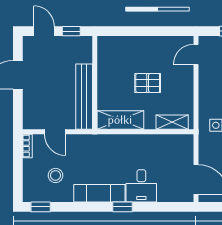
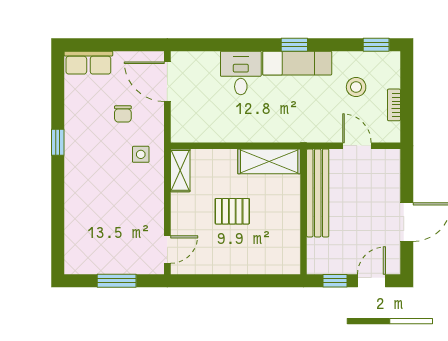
door: (44, 31) -> (371, 281), swing flipped
shelving: (172, 122) -> (180, 170), moved, turned 90
bookcase: (27, 146) -> (394, 105), moved
window: (122, 207) -> (294, 45), moved

